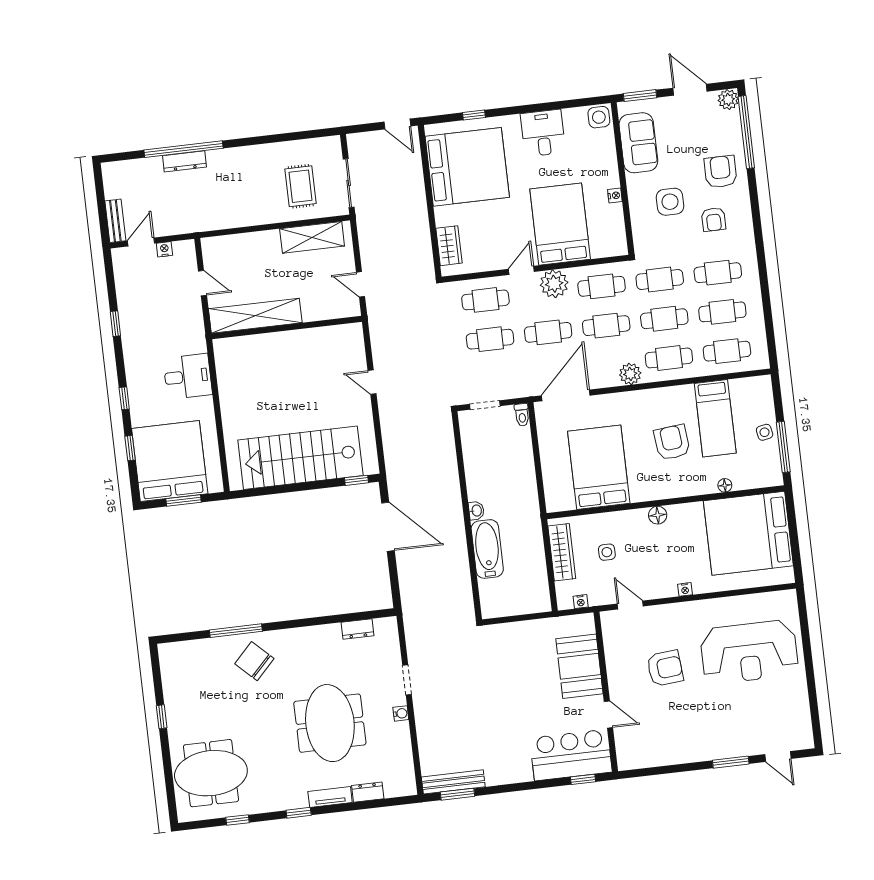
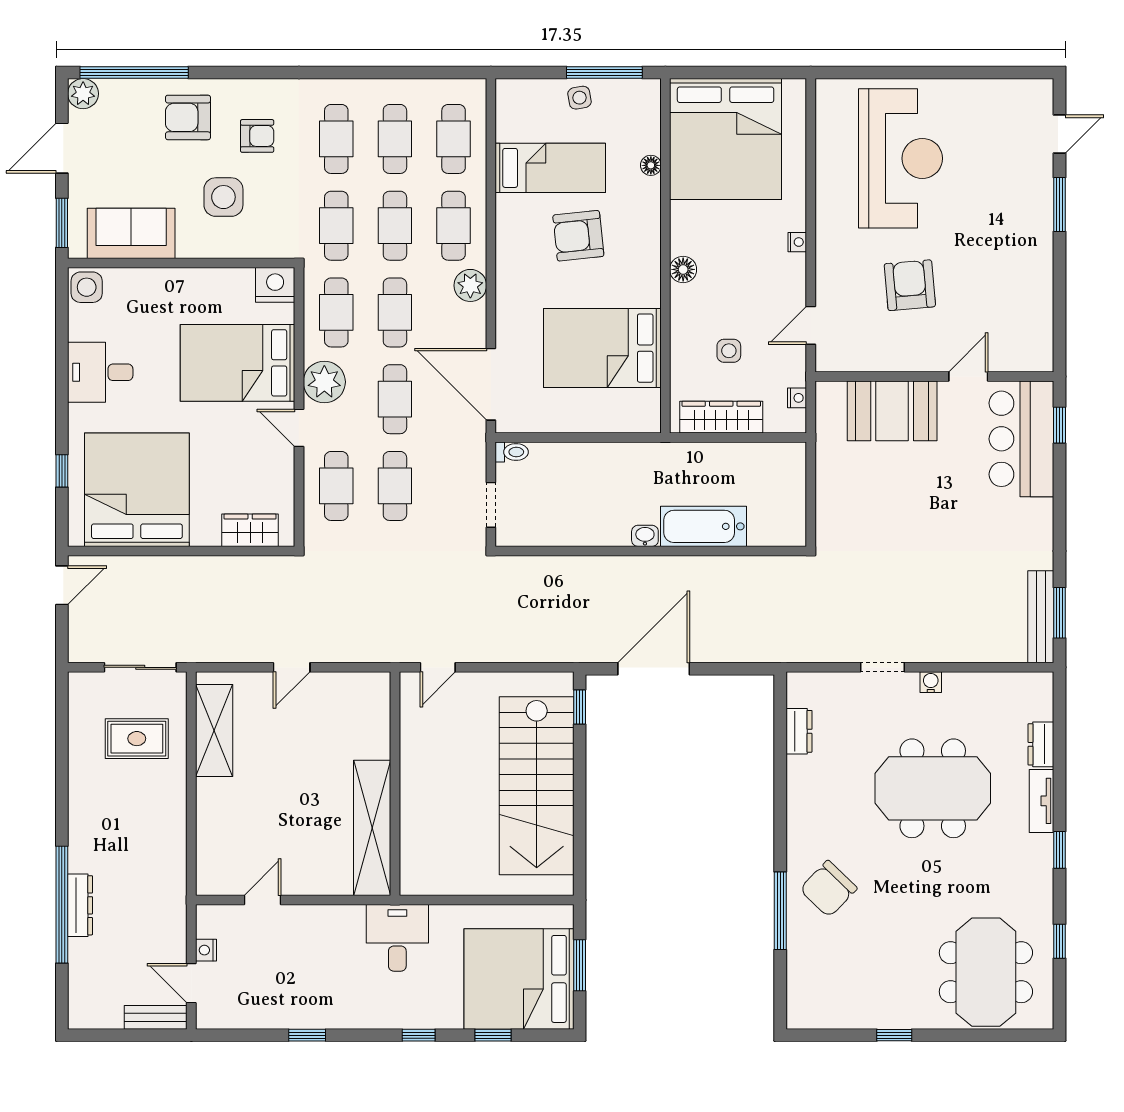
nightstand: (615, 195) -> (275, 285), moved, width x1.89, depth x1.79
shelving: (255, 316) -> (372, 828), moved
wall: (287, 328) -> (395, 784), moved

